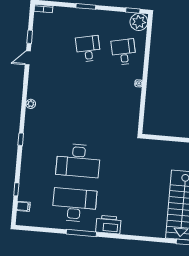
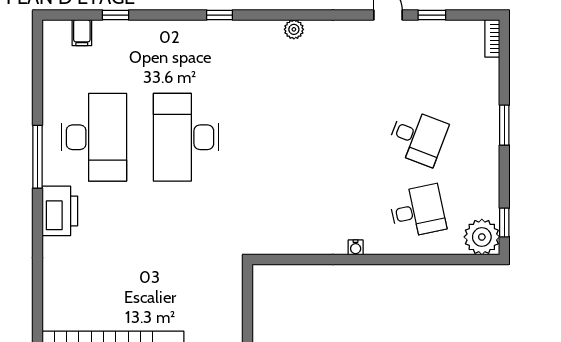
desk: (88, 49) -> (418, 137), turned 33

